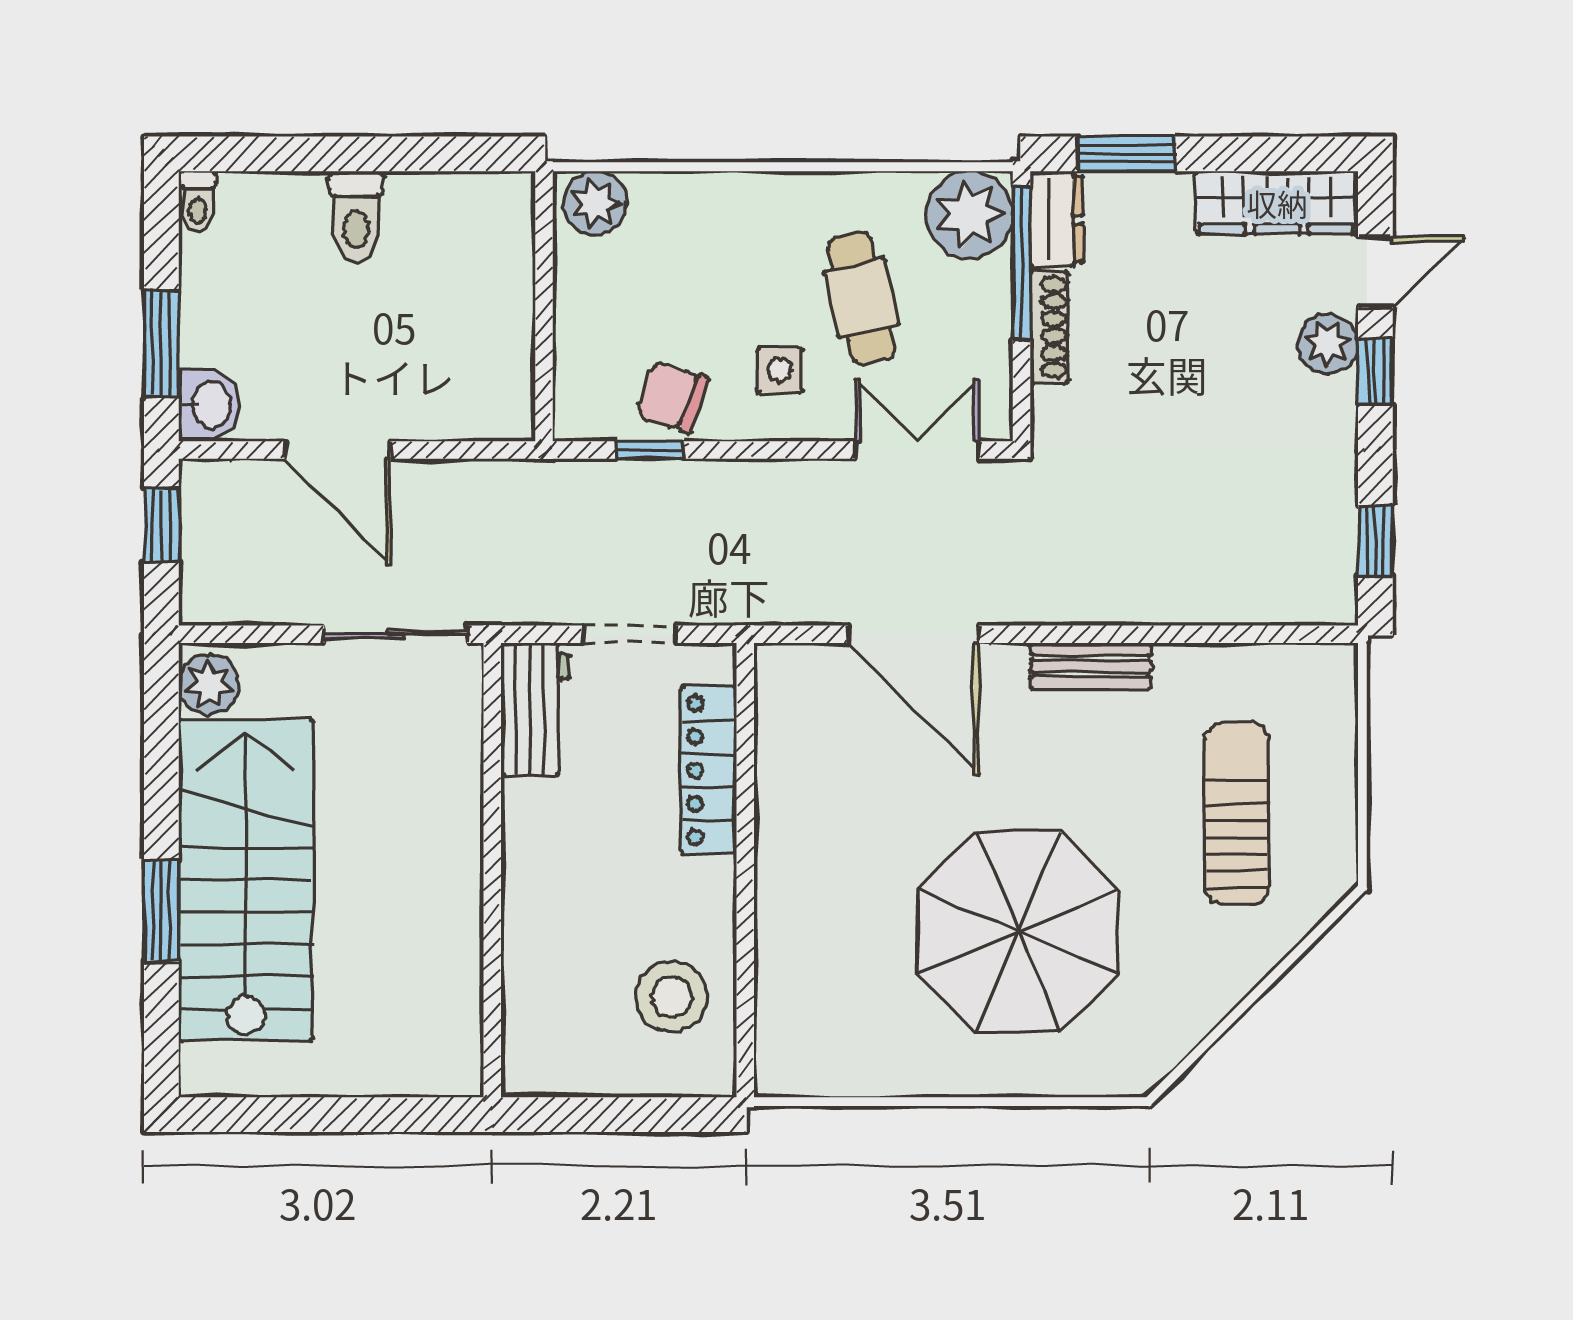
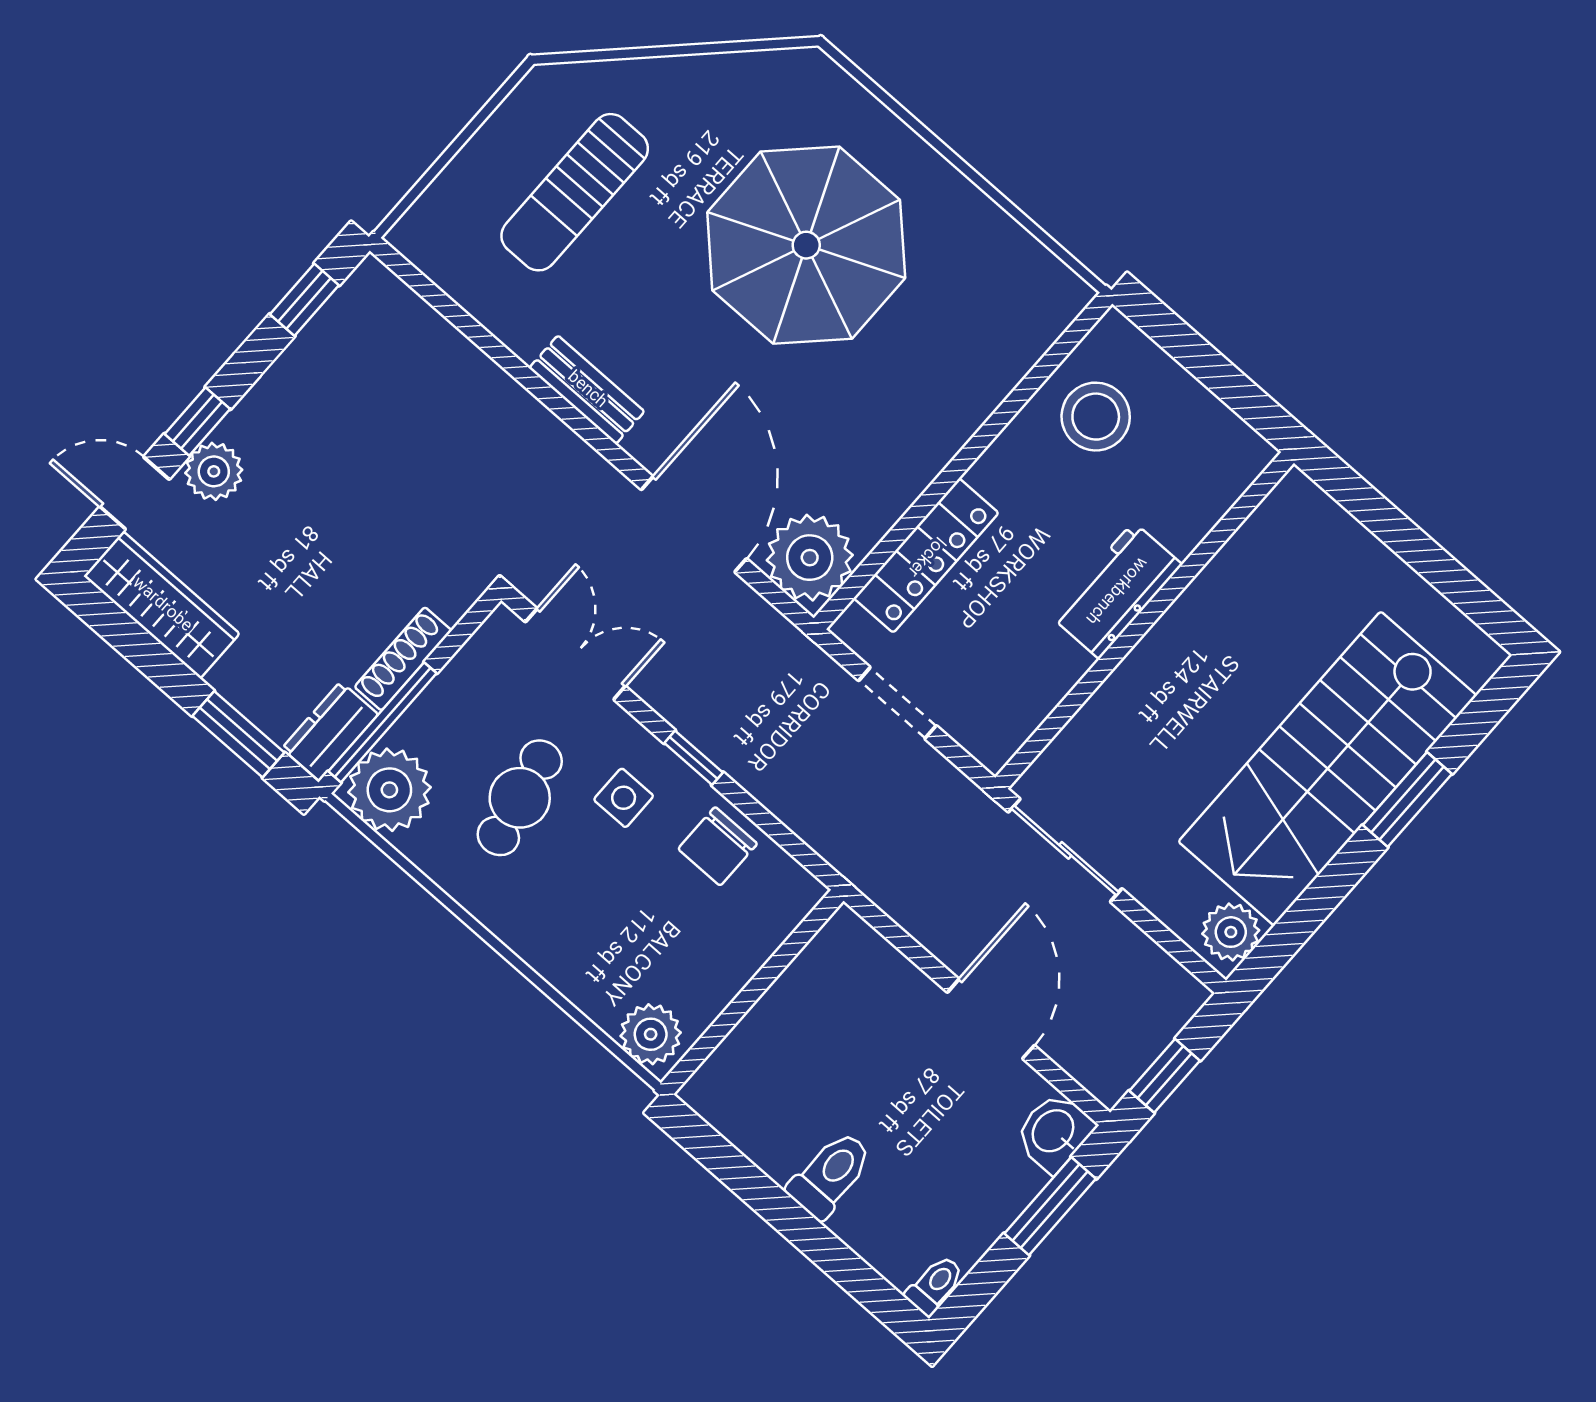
chair: (672, 397) -> (718, 846), turned 72
window: (650, 450) -> (694, 758), moved
double door: (917, 450) -> (575, 654), swing flipped
plant: (799, 688) -> (810, 558), added
workbench: (535, 709) -> (1116, 590), moved

